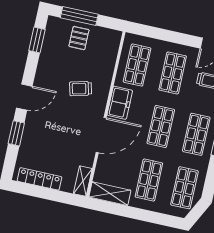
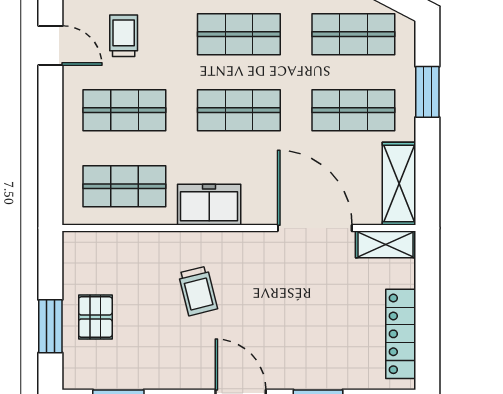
window: (79, 16) -> (50, 326), width x0.69
pallet: (79, 38) -> (95, 317), turned 90
door: (101, 135) -> (315, 228), moved
window: (150, 216) -> (427, 92), added

